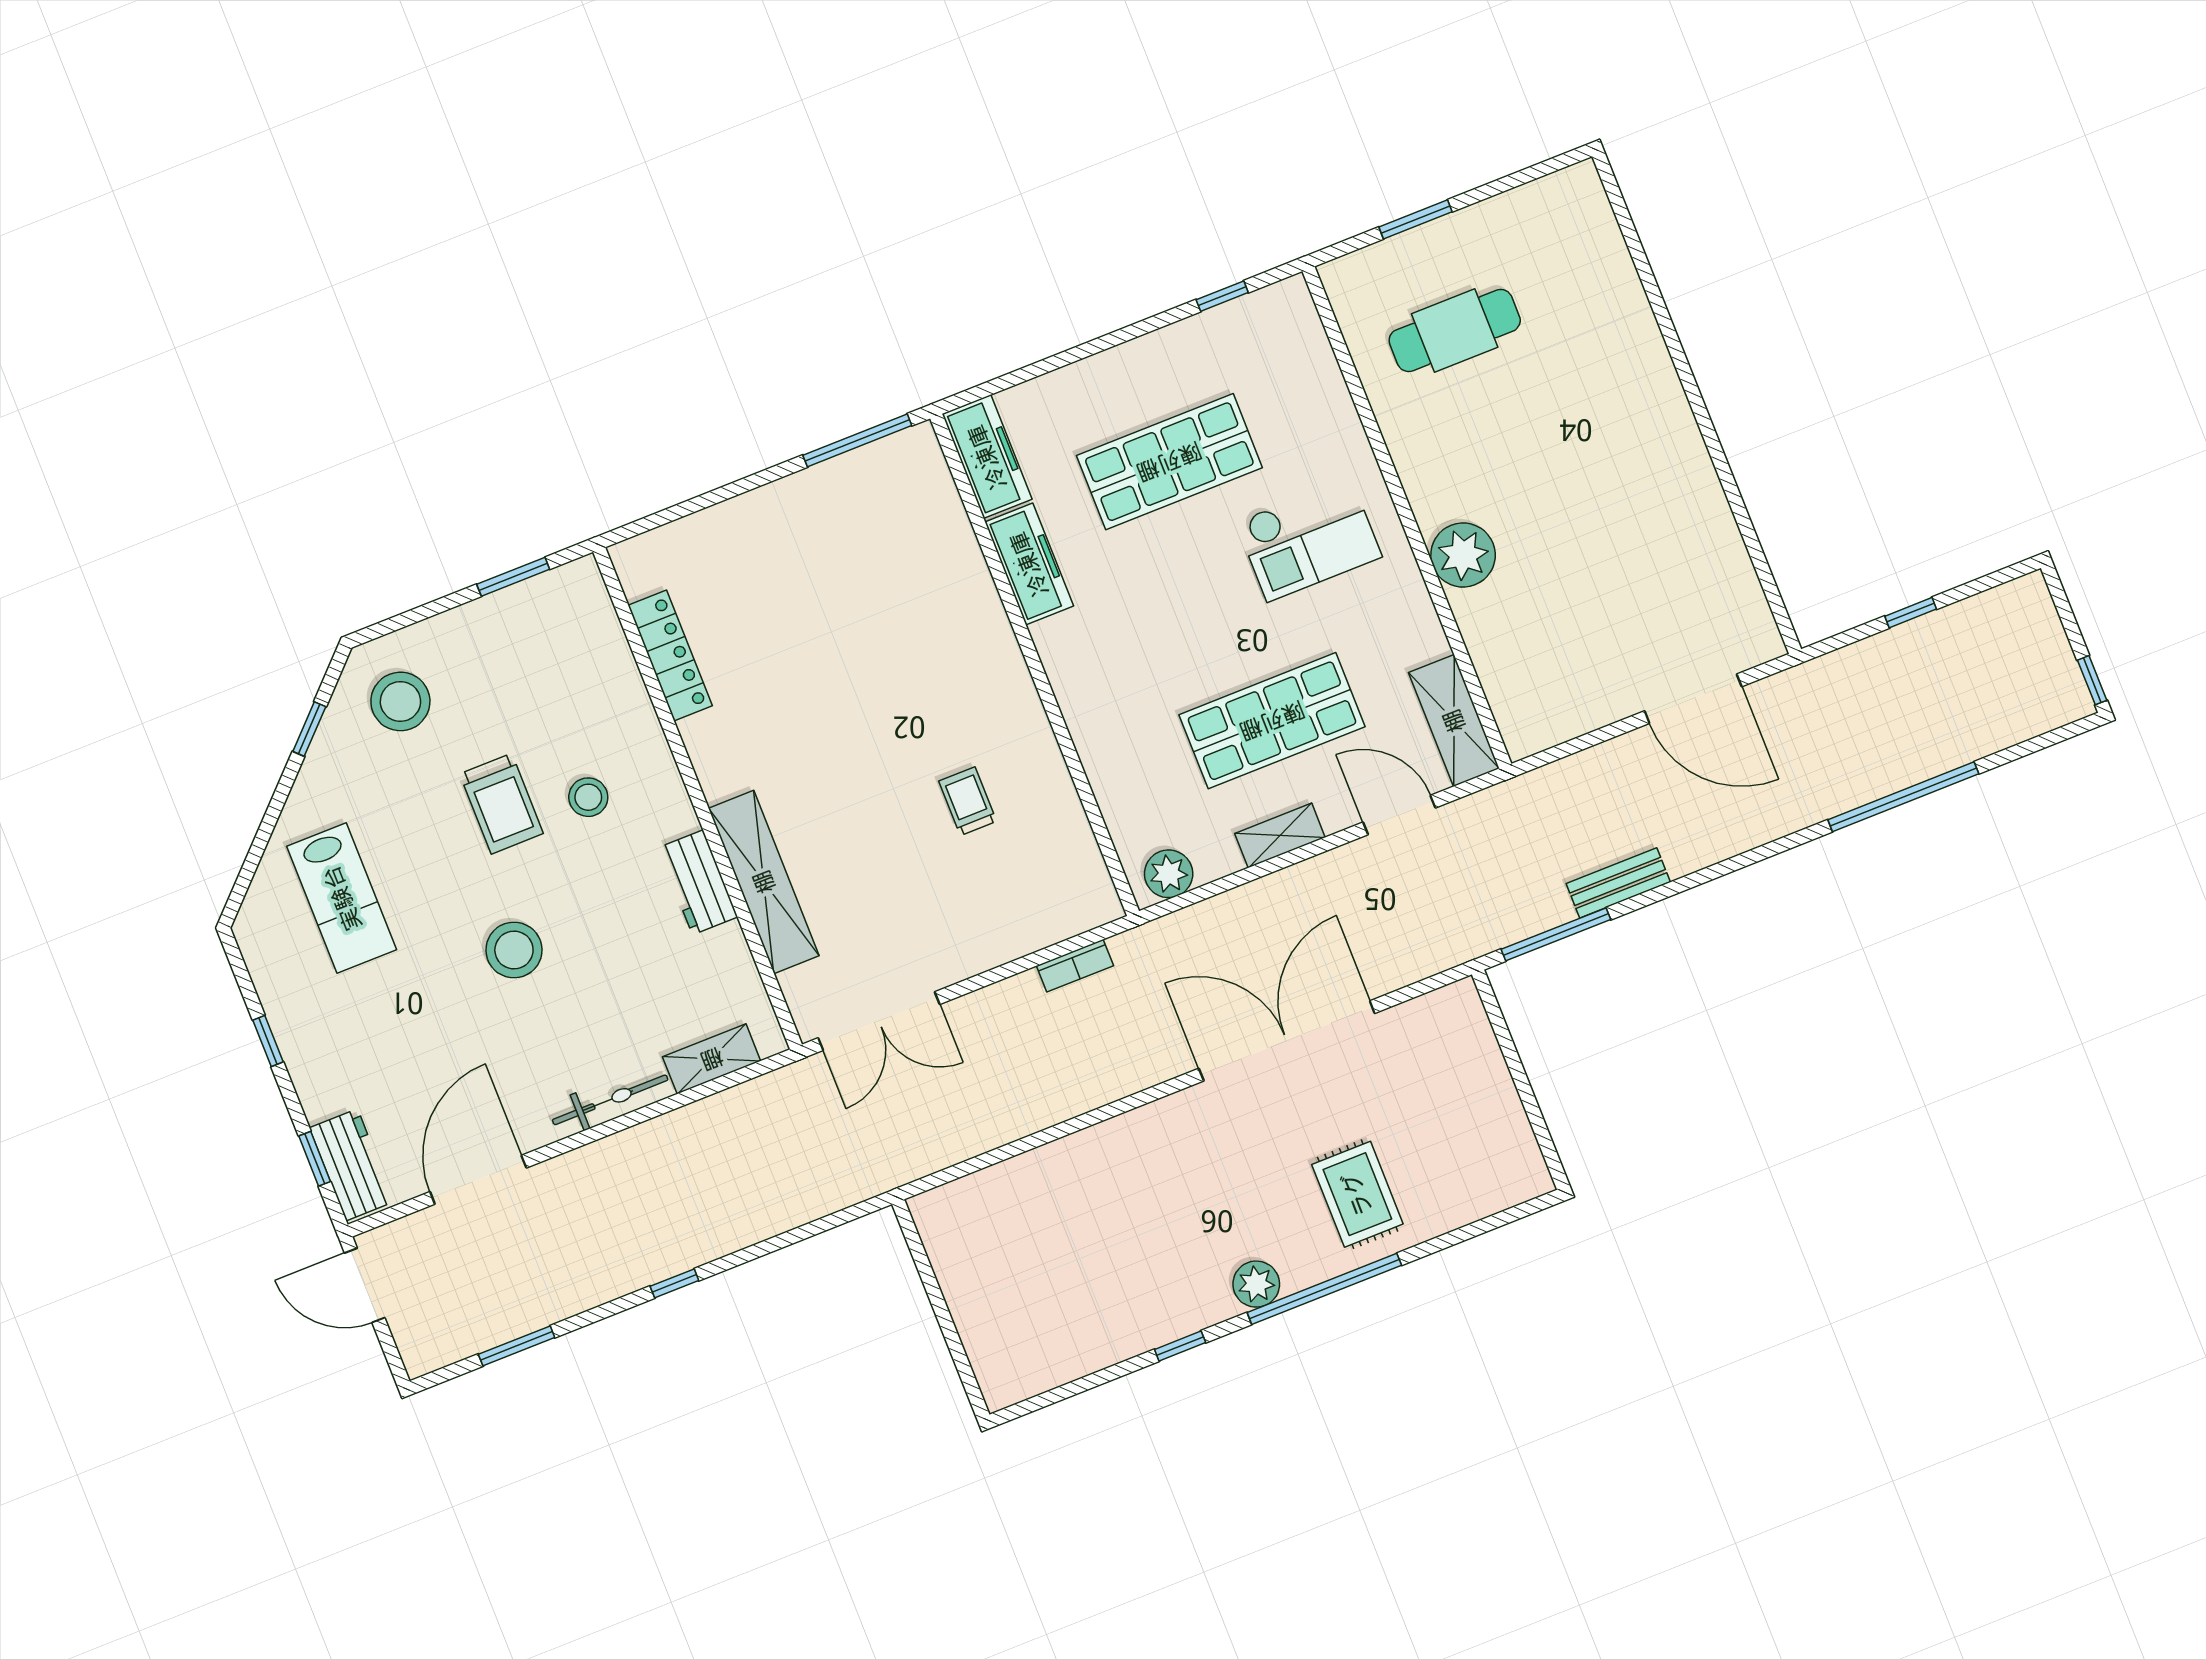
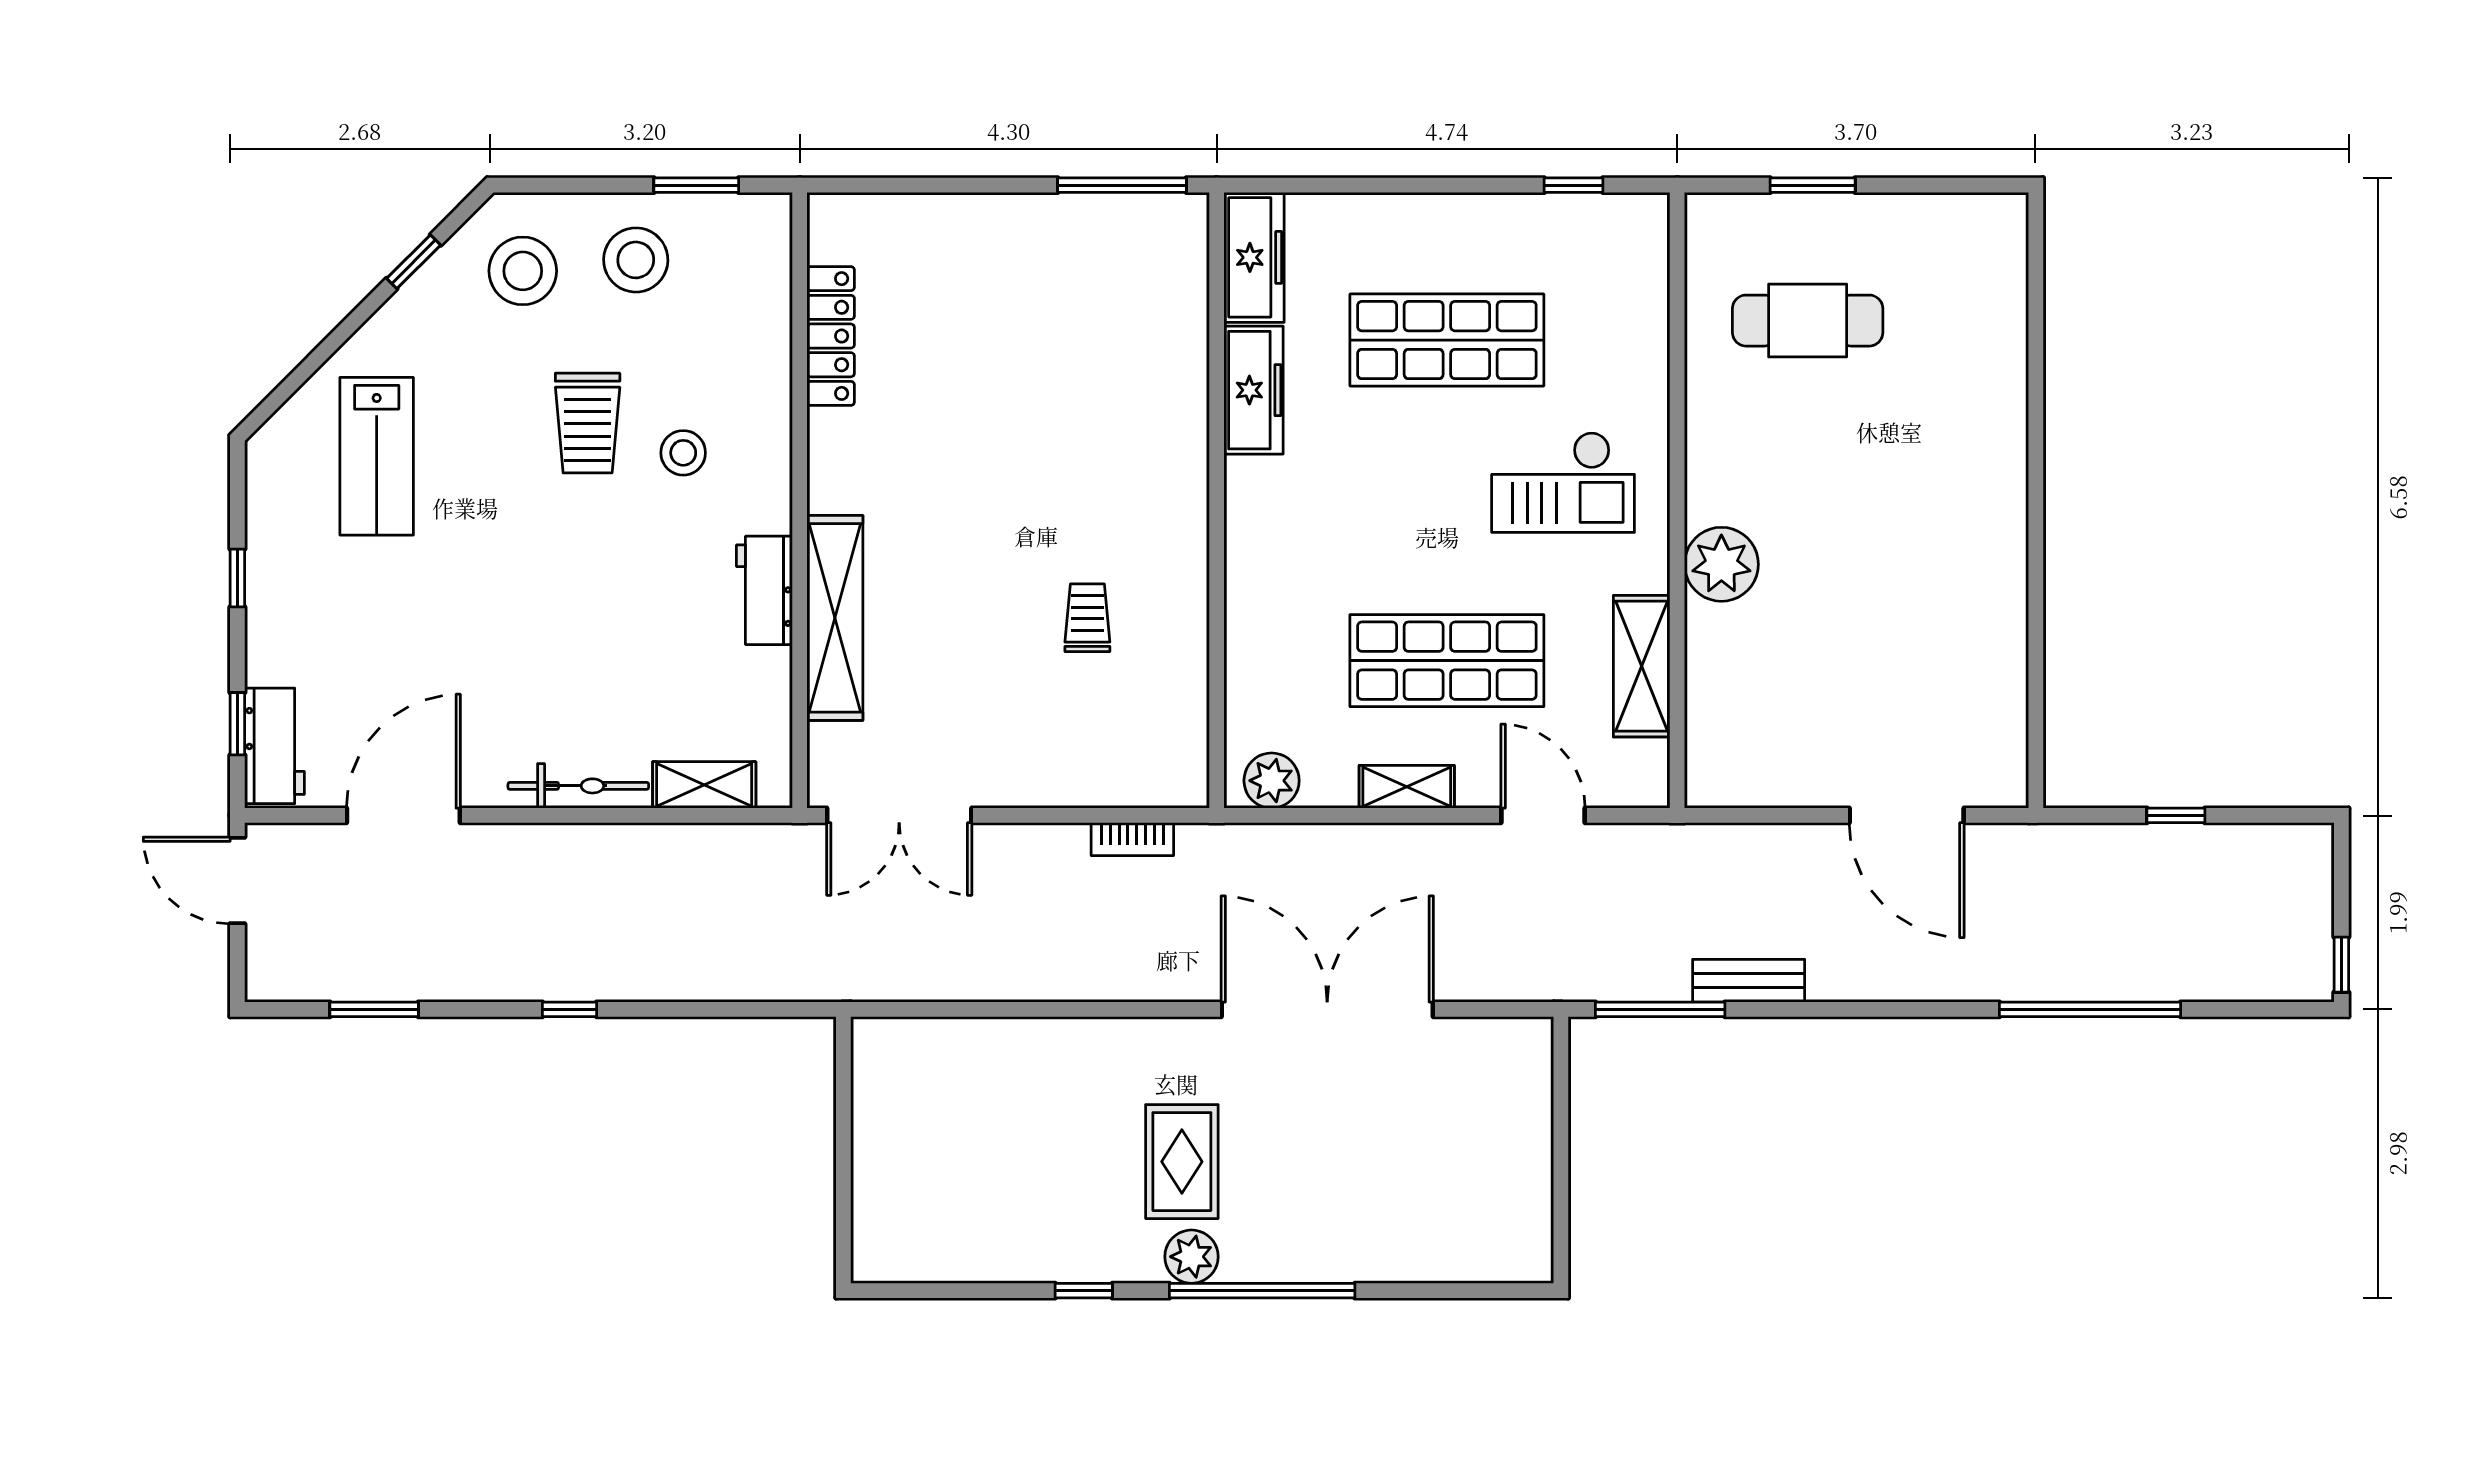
shelving: (1454, 721) -> (1642, 666), moved
stool: (514, 950) -> (636, 260), moved
rug: (1357, 1194) -> (1182, 1162), moved

